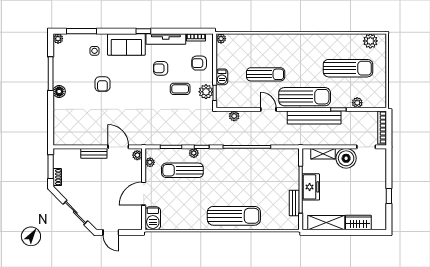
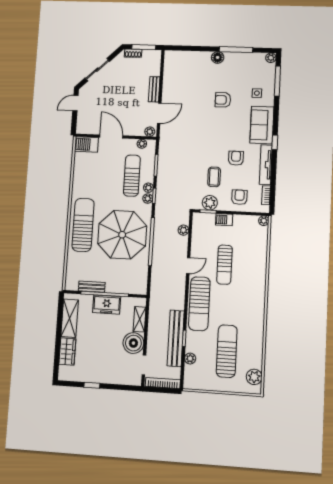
sun lounger: (348, 68) -> (227, 351), turned 180
bench: (314, 118) -> (176, 338), moved
plant: (205, 153) -> (148, 199), added
parasol: (242, 176) -> (122, 235), added
sun lounger: (234, 216) -> (83, 225), turned 180

